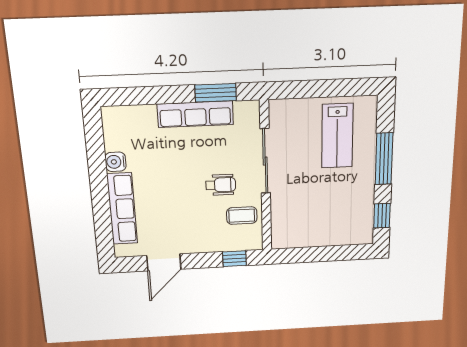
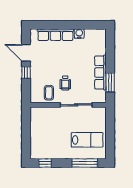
lab bench: (337, 136) -> (87, 140), turned 180
window: (384, 159) -> (85, 163), moved
window: (234, 259) -> (26, 72), moved

